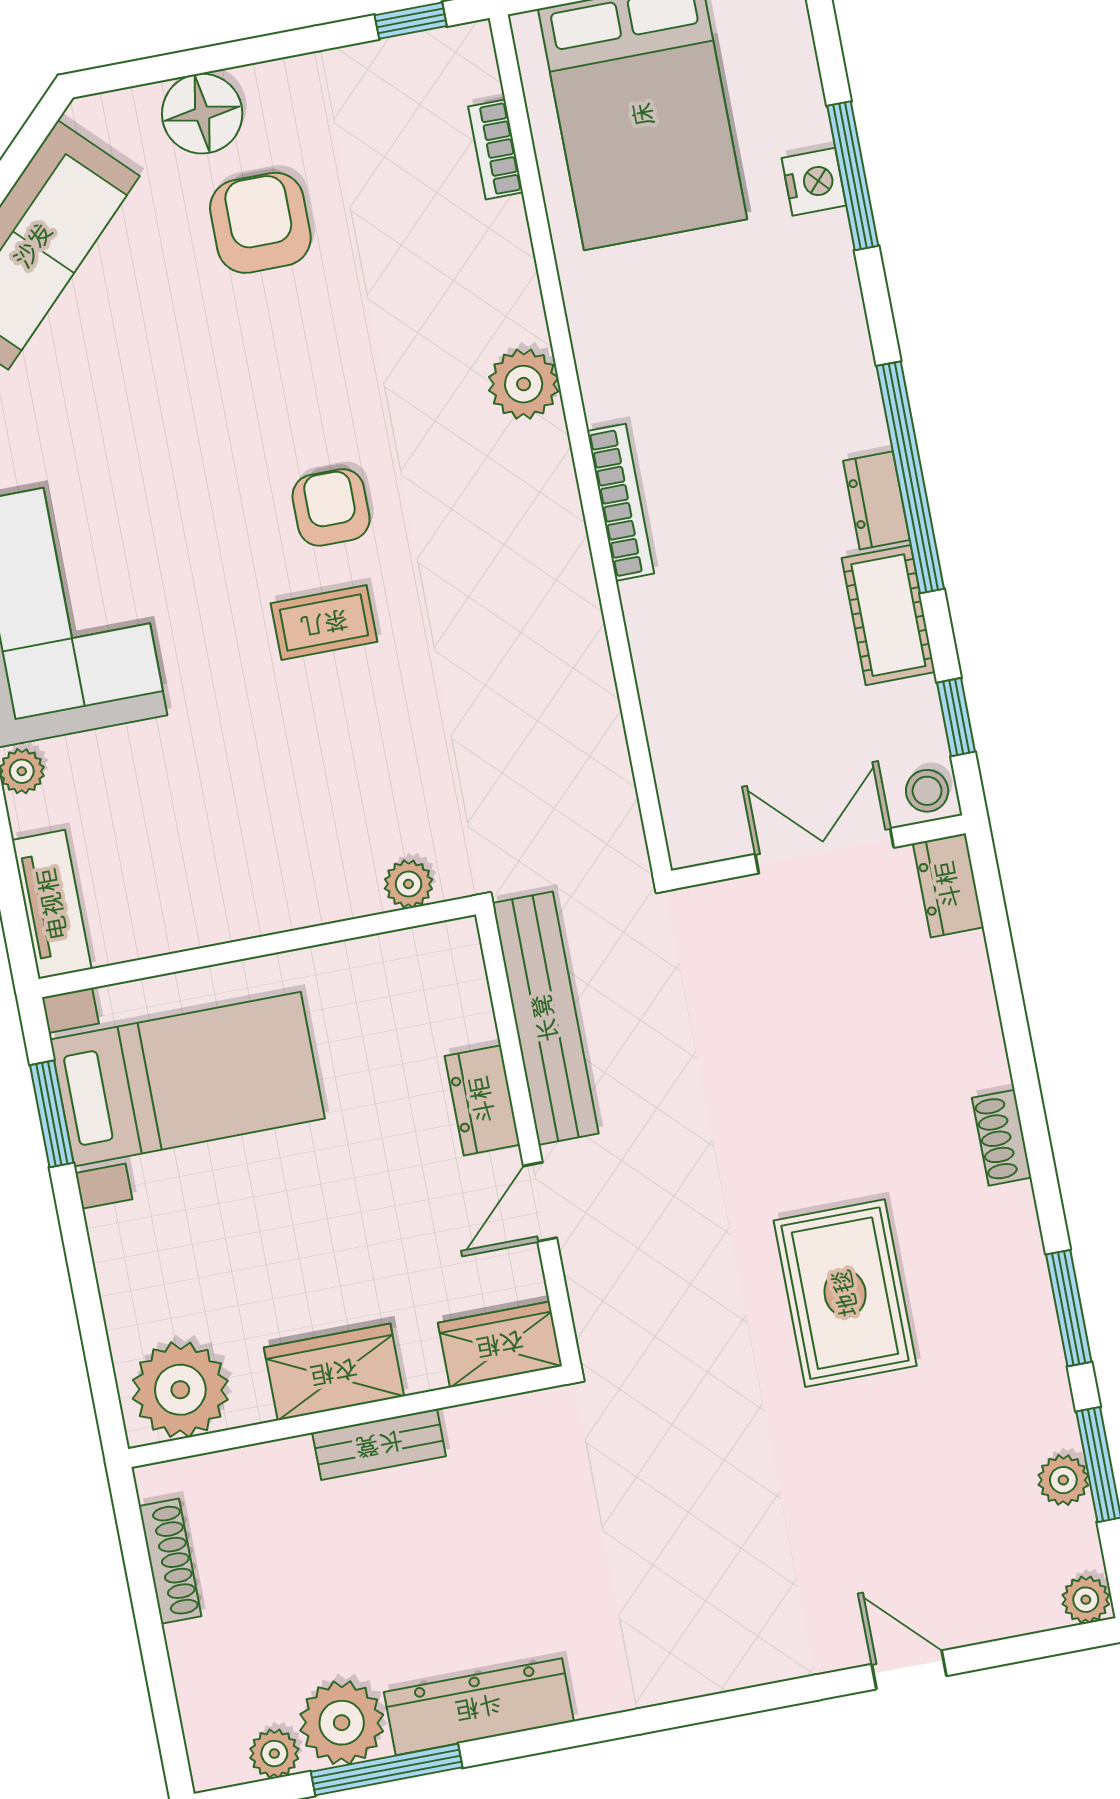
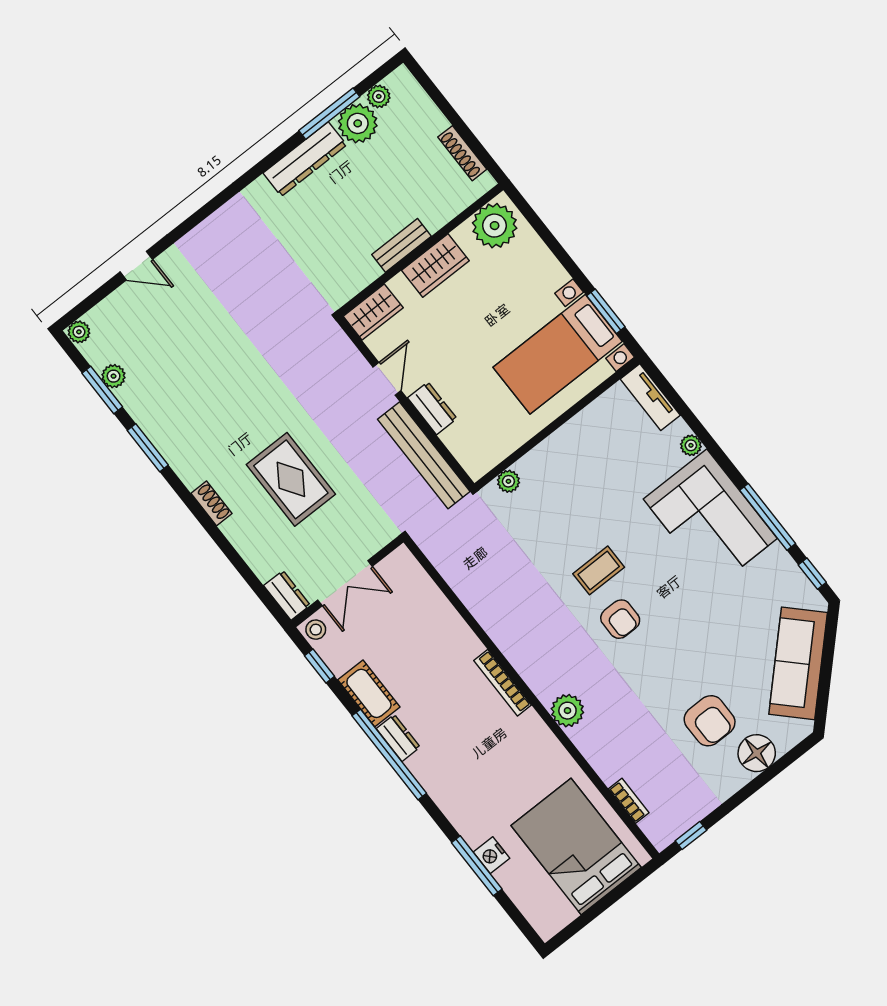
rug: (845, 1293) -> (291, 479), moved

